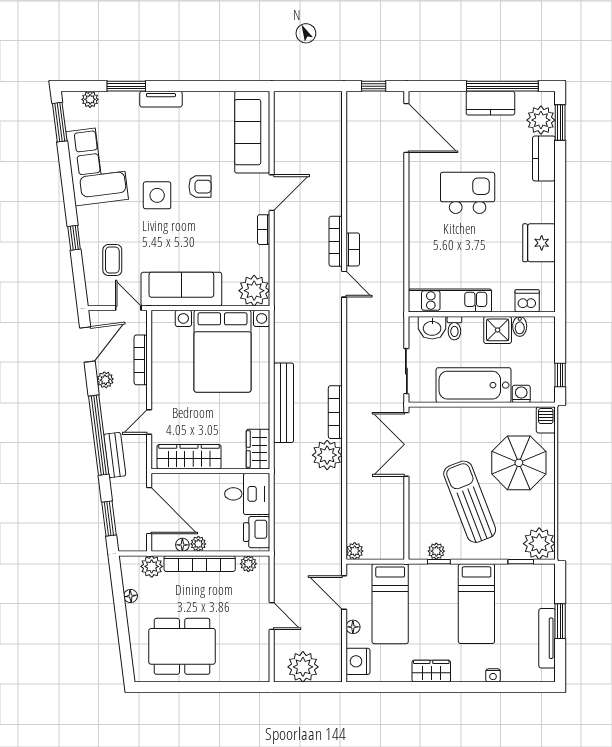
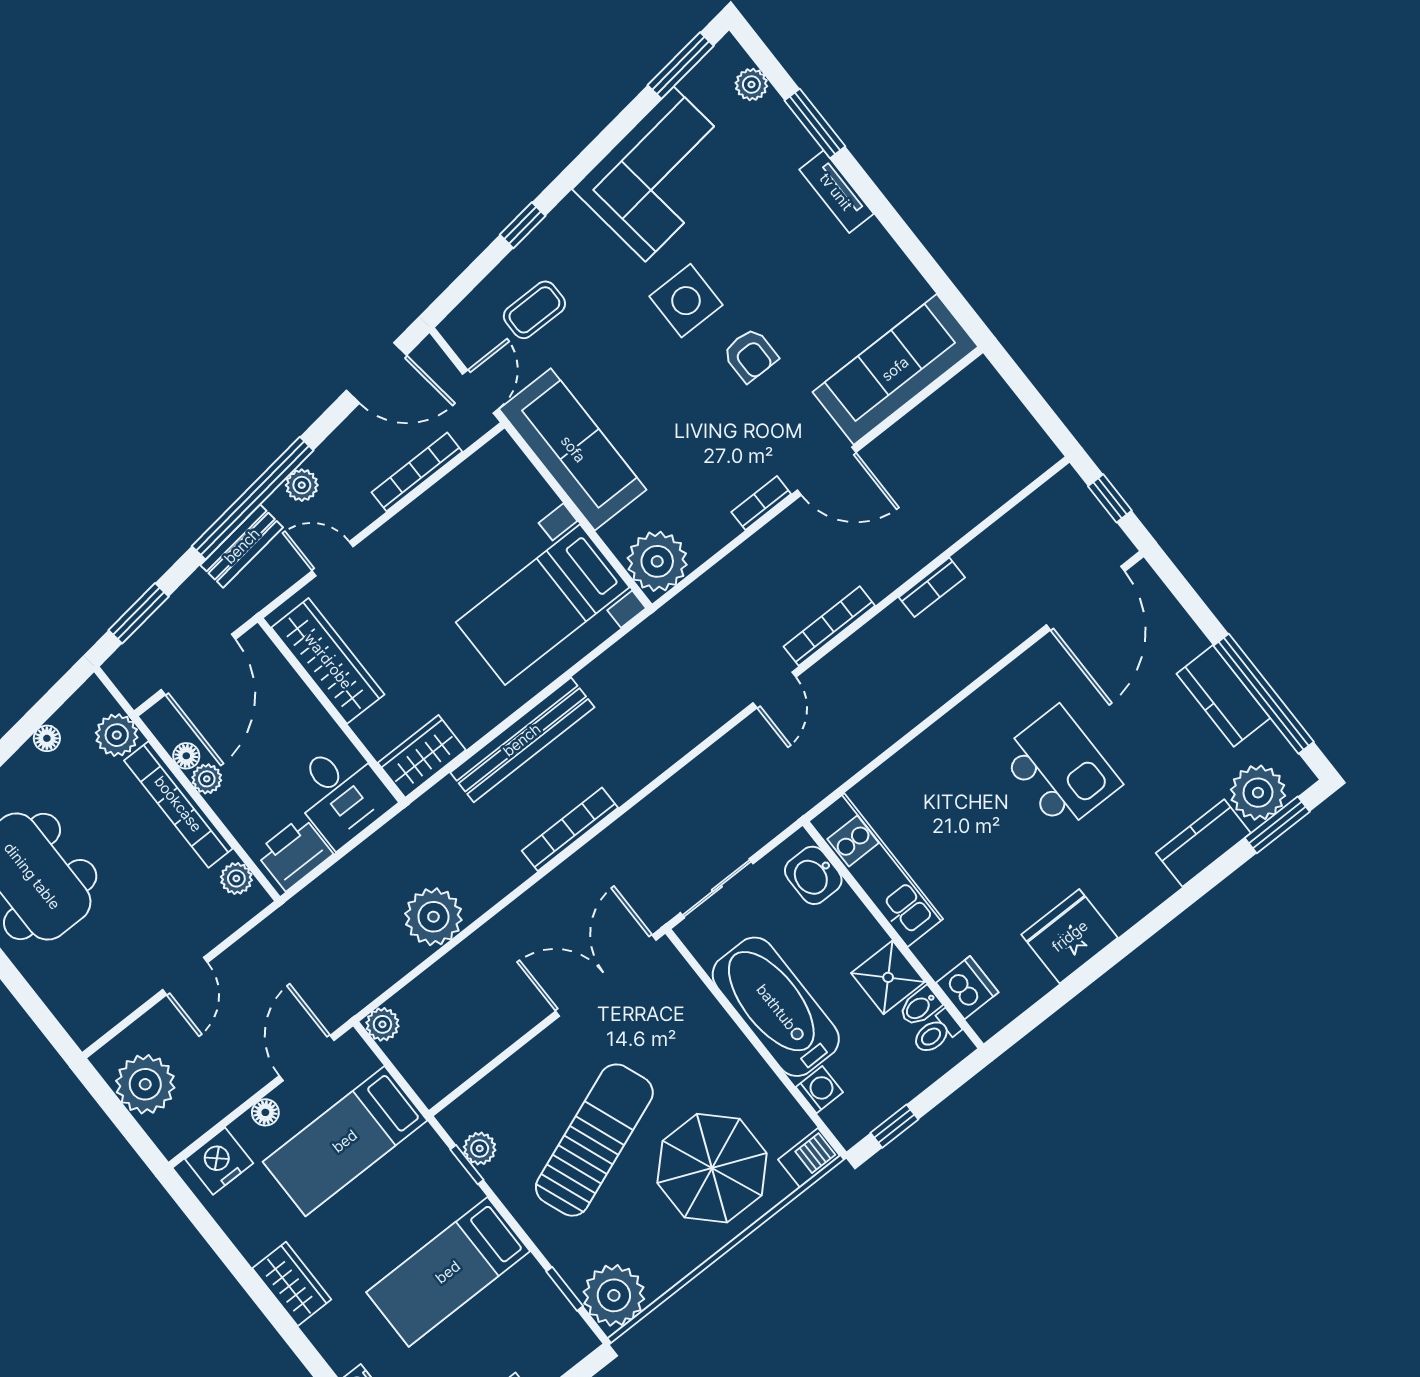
bookcase: (353, 249) -> (932, 587), moved
toilet: (454, 328) -> (936, 1033), moved
bed with nightstands: (222, 351) -> (543, 605), width x0.73
plant: (105, 380) -> (302, 485), moved
plant: (327, 455) -> (433, 917), moved

